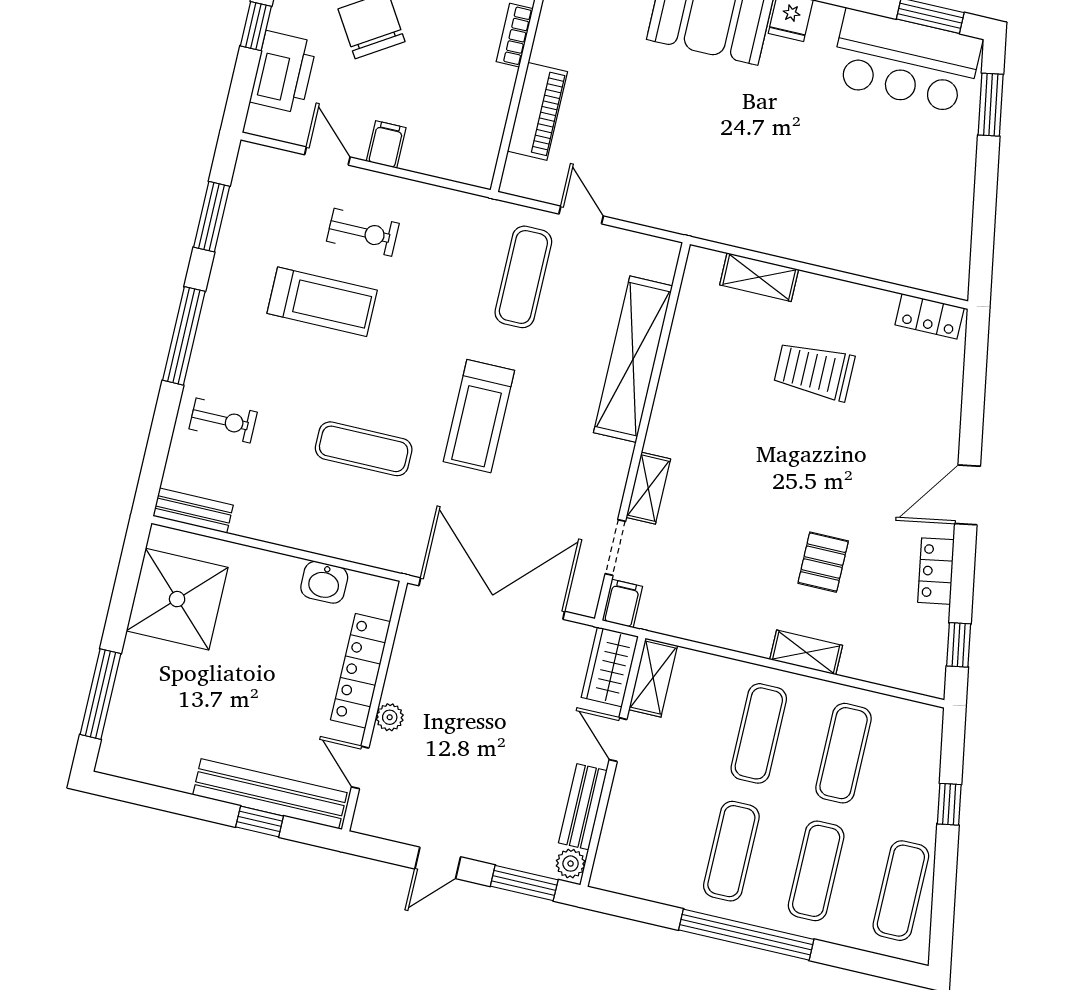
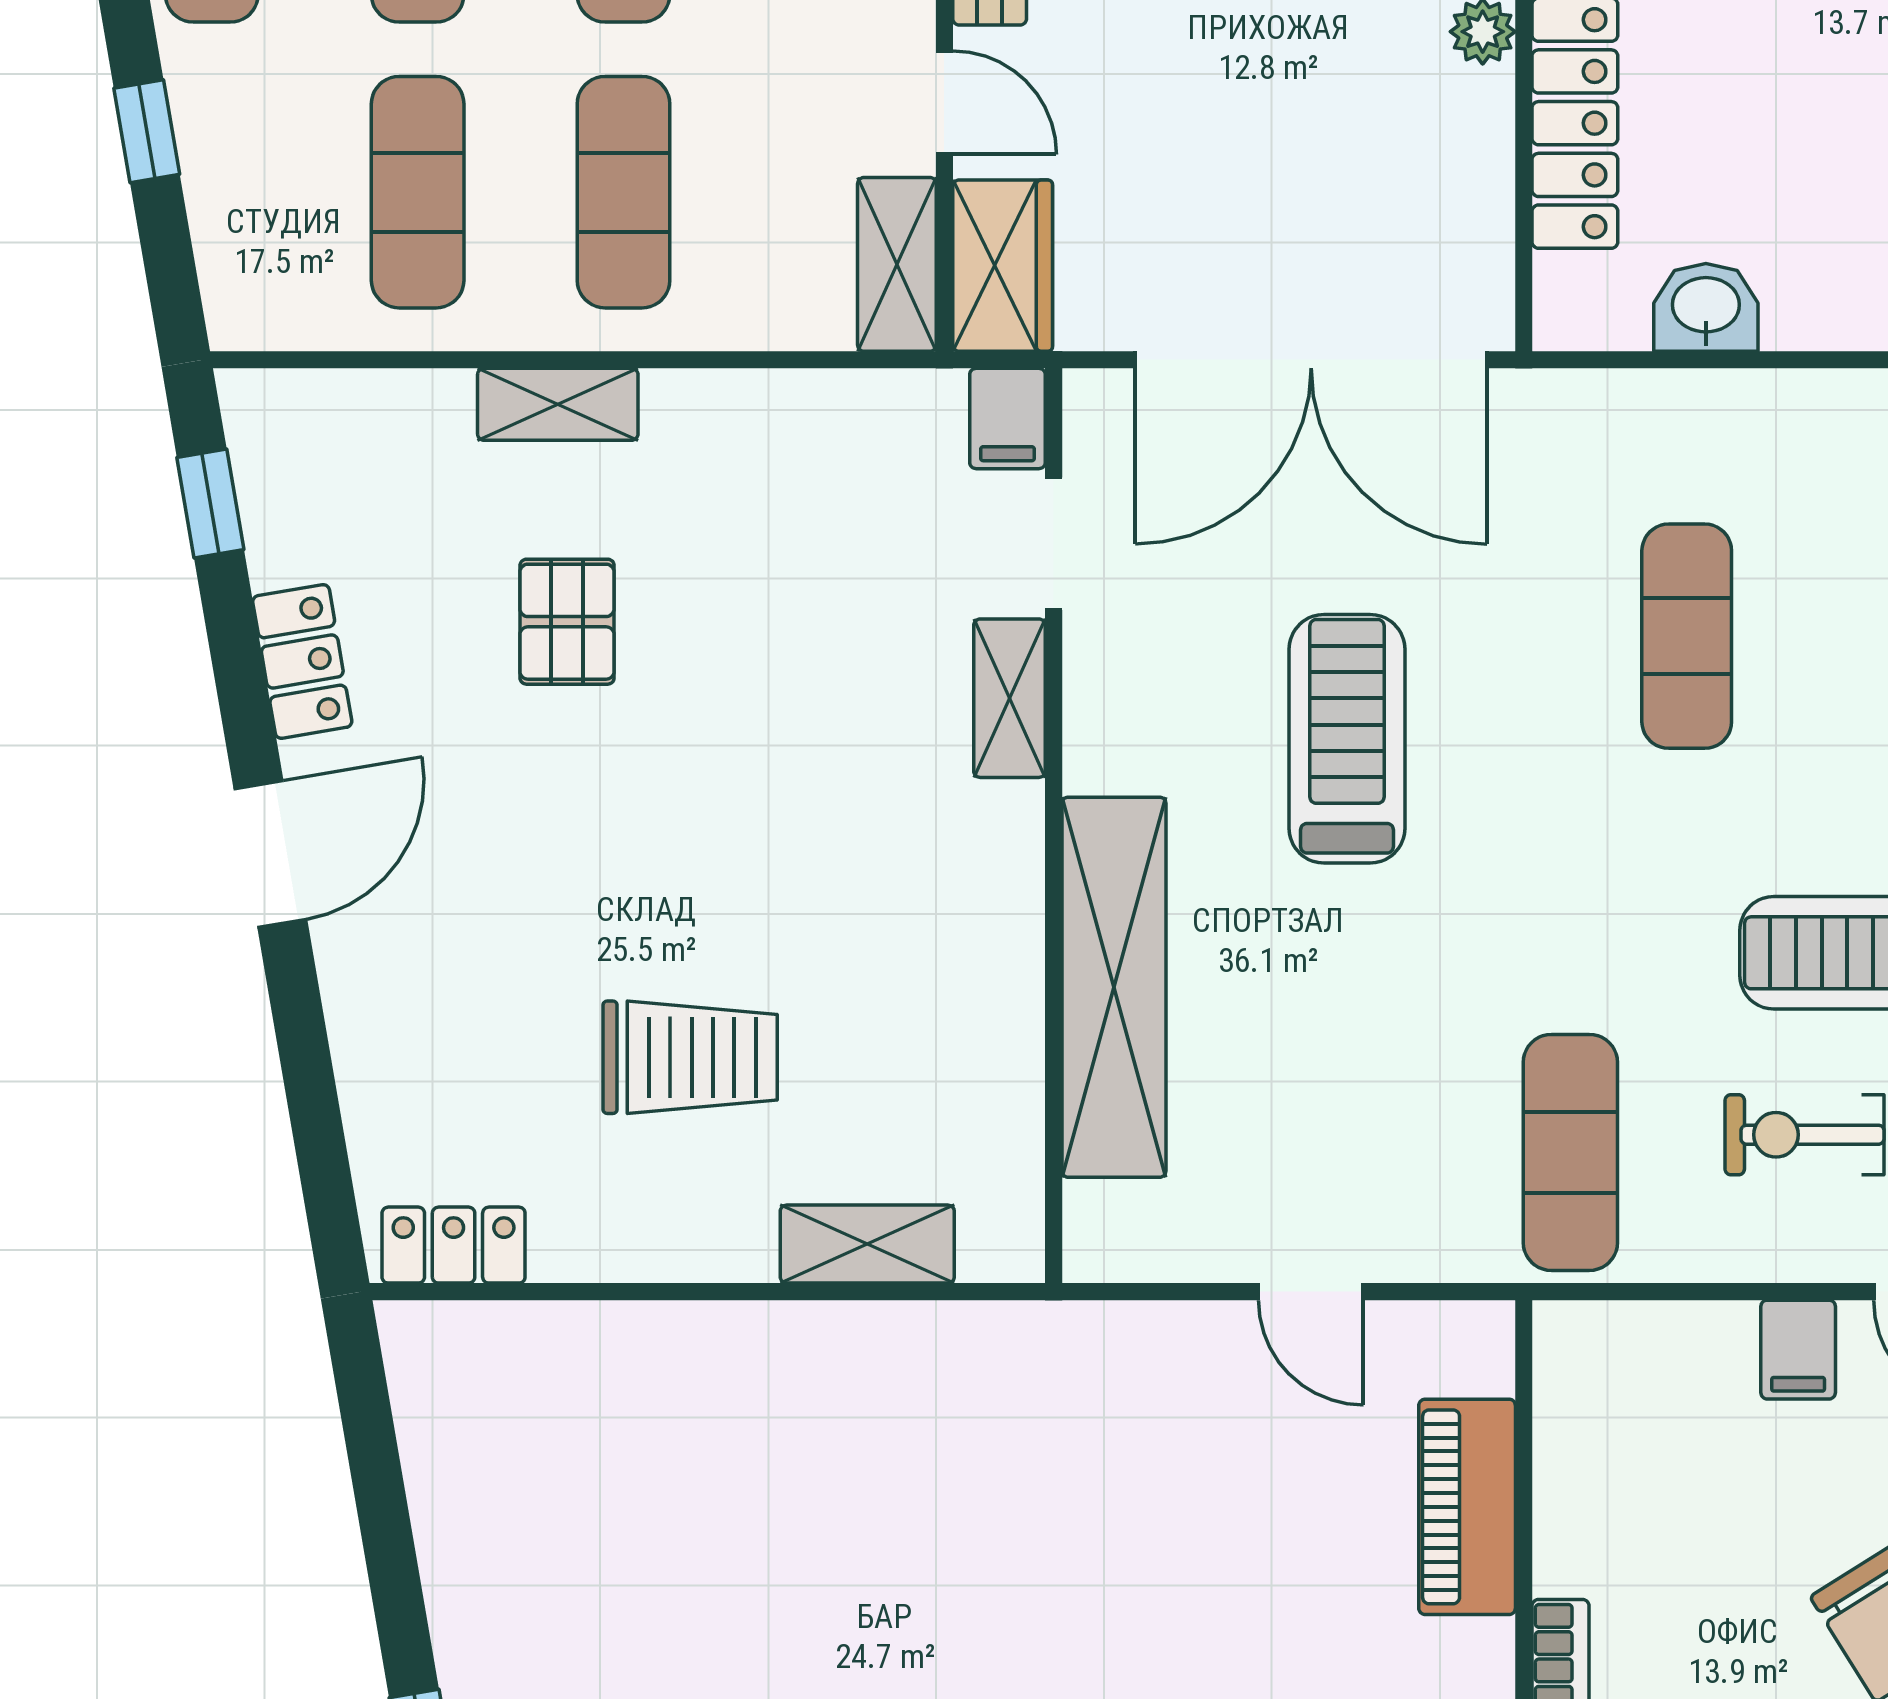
exercise mat: (523, 277) -> (1570, 1152), moved
treadmill: (479, 416) -> (1347, 739), moved
exercise mat: (364, 449) -> (1687, 636), turned 90

